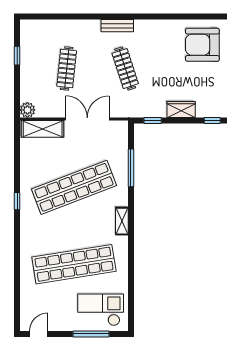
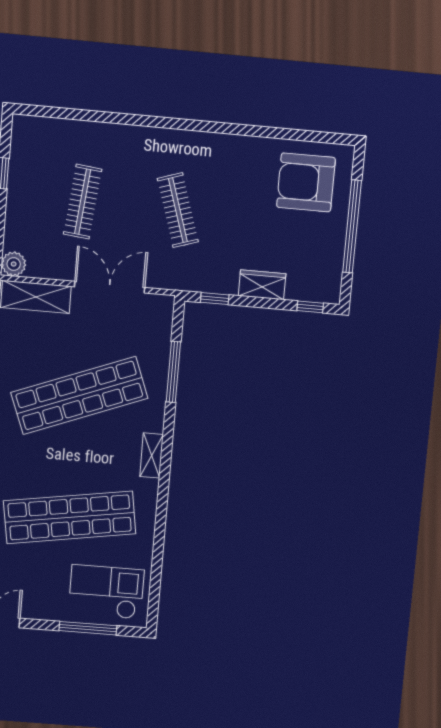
bench: (117, 26) -> (171, 138), removed

